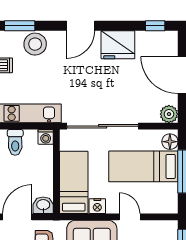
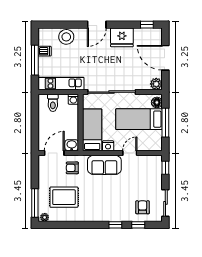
window: (20, 26) -> (56, 25), removed
door: (130, 217) -> (130, 153), hinge flipped

